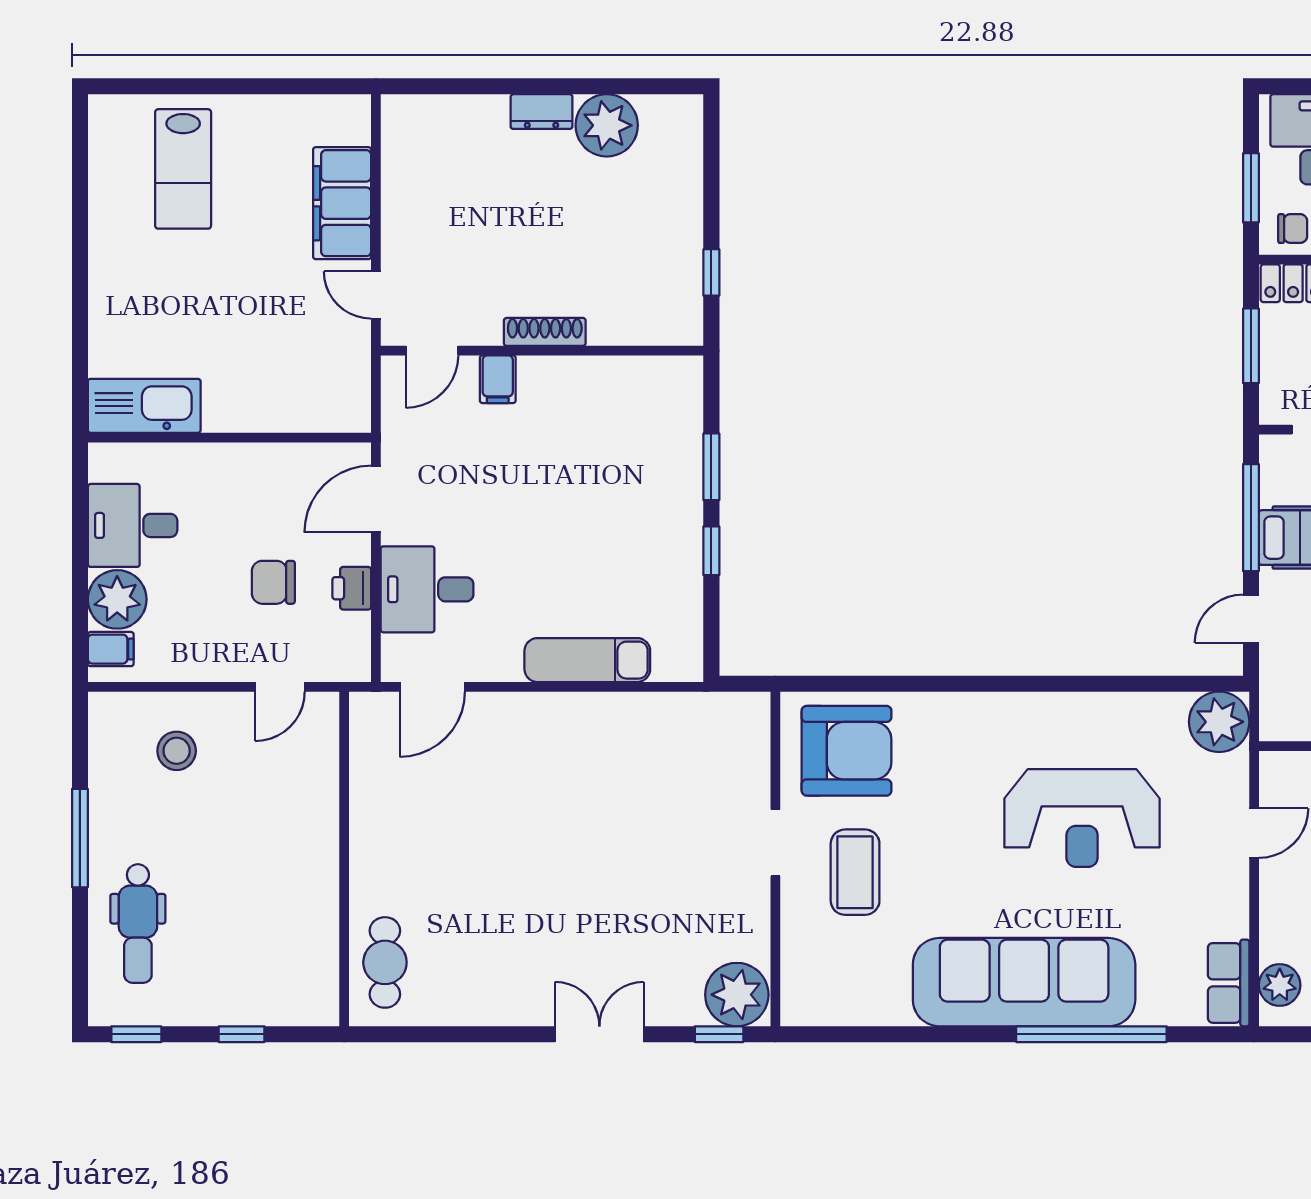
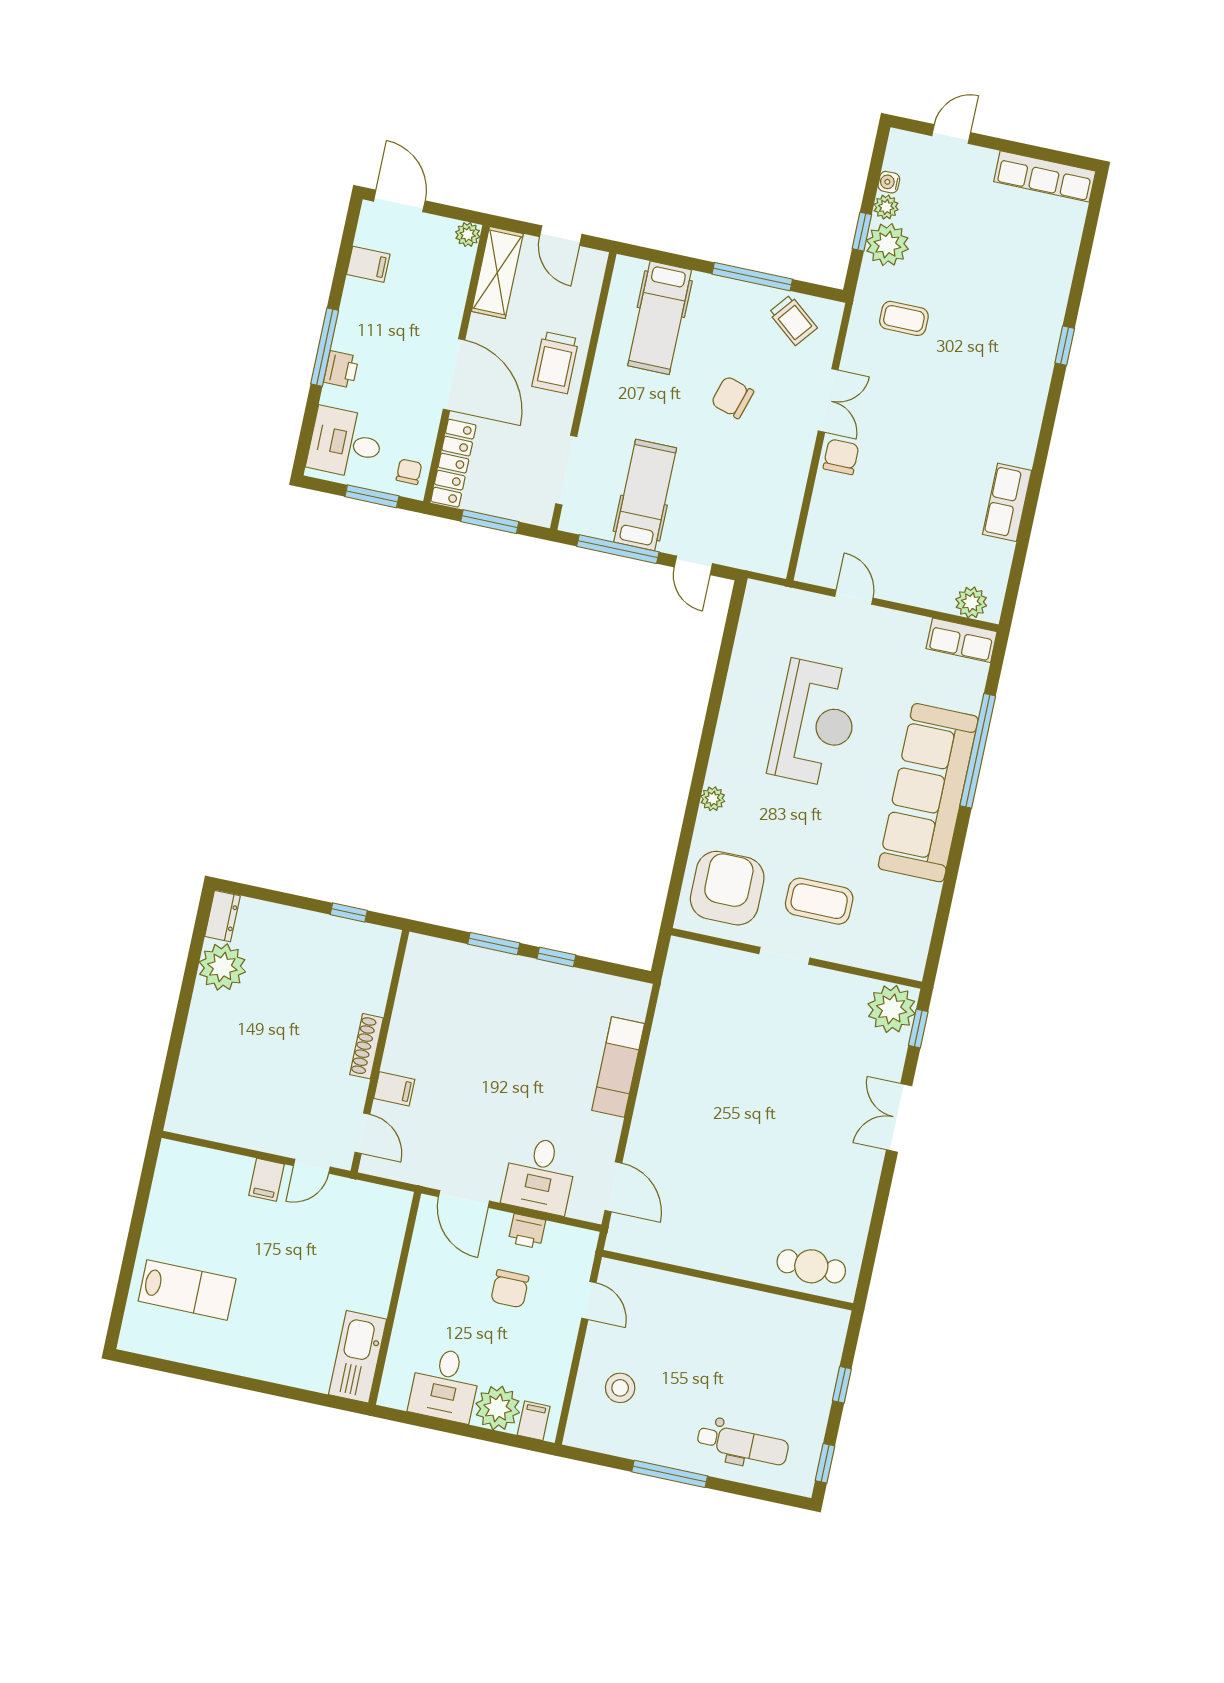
dresser: (542, 112) -> (222, 916), moved
filing cabinet: (342, 203) -> (267, 1180), width x0.33, depth x0.86
plant: (1219, 722) -> (713, 799), moved, width x0.53, depth x0.53

